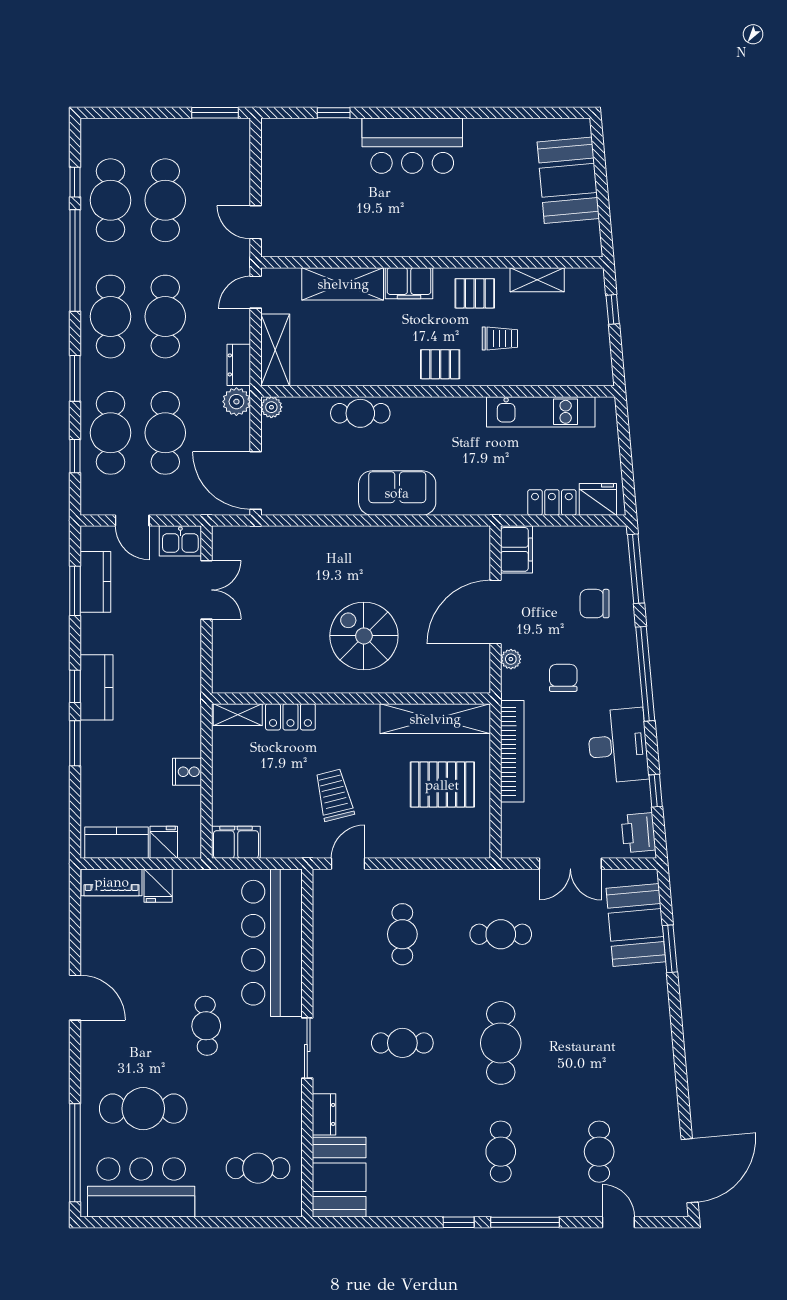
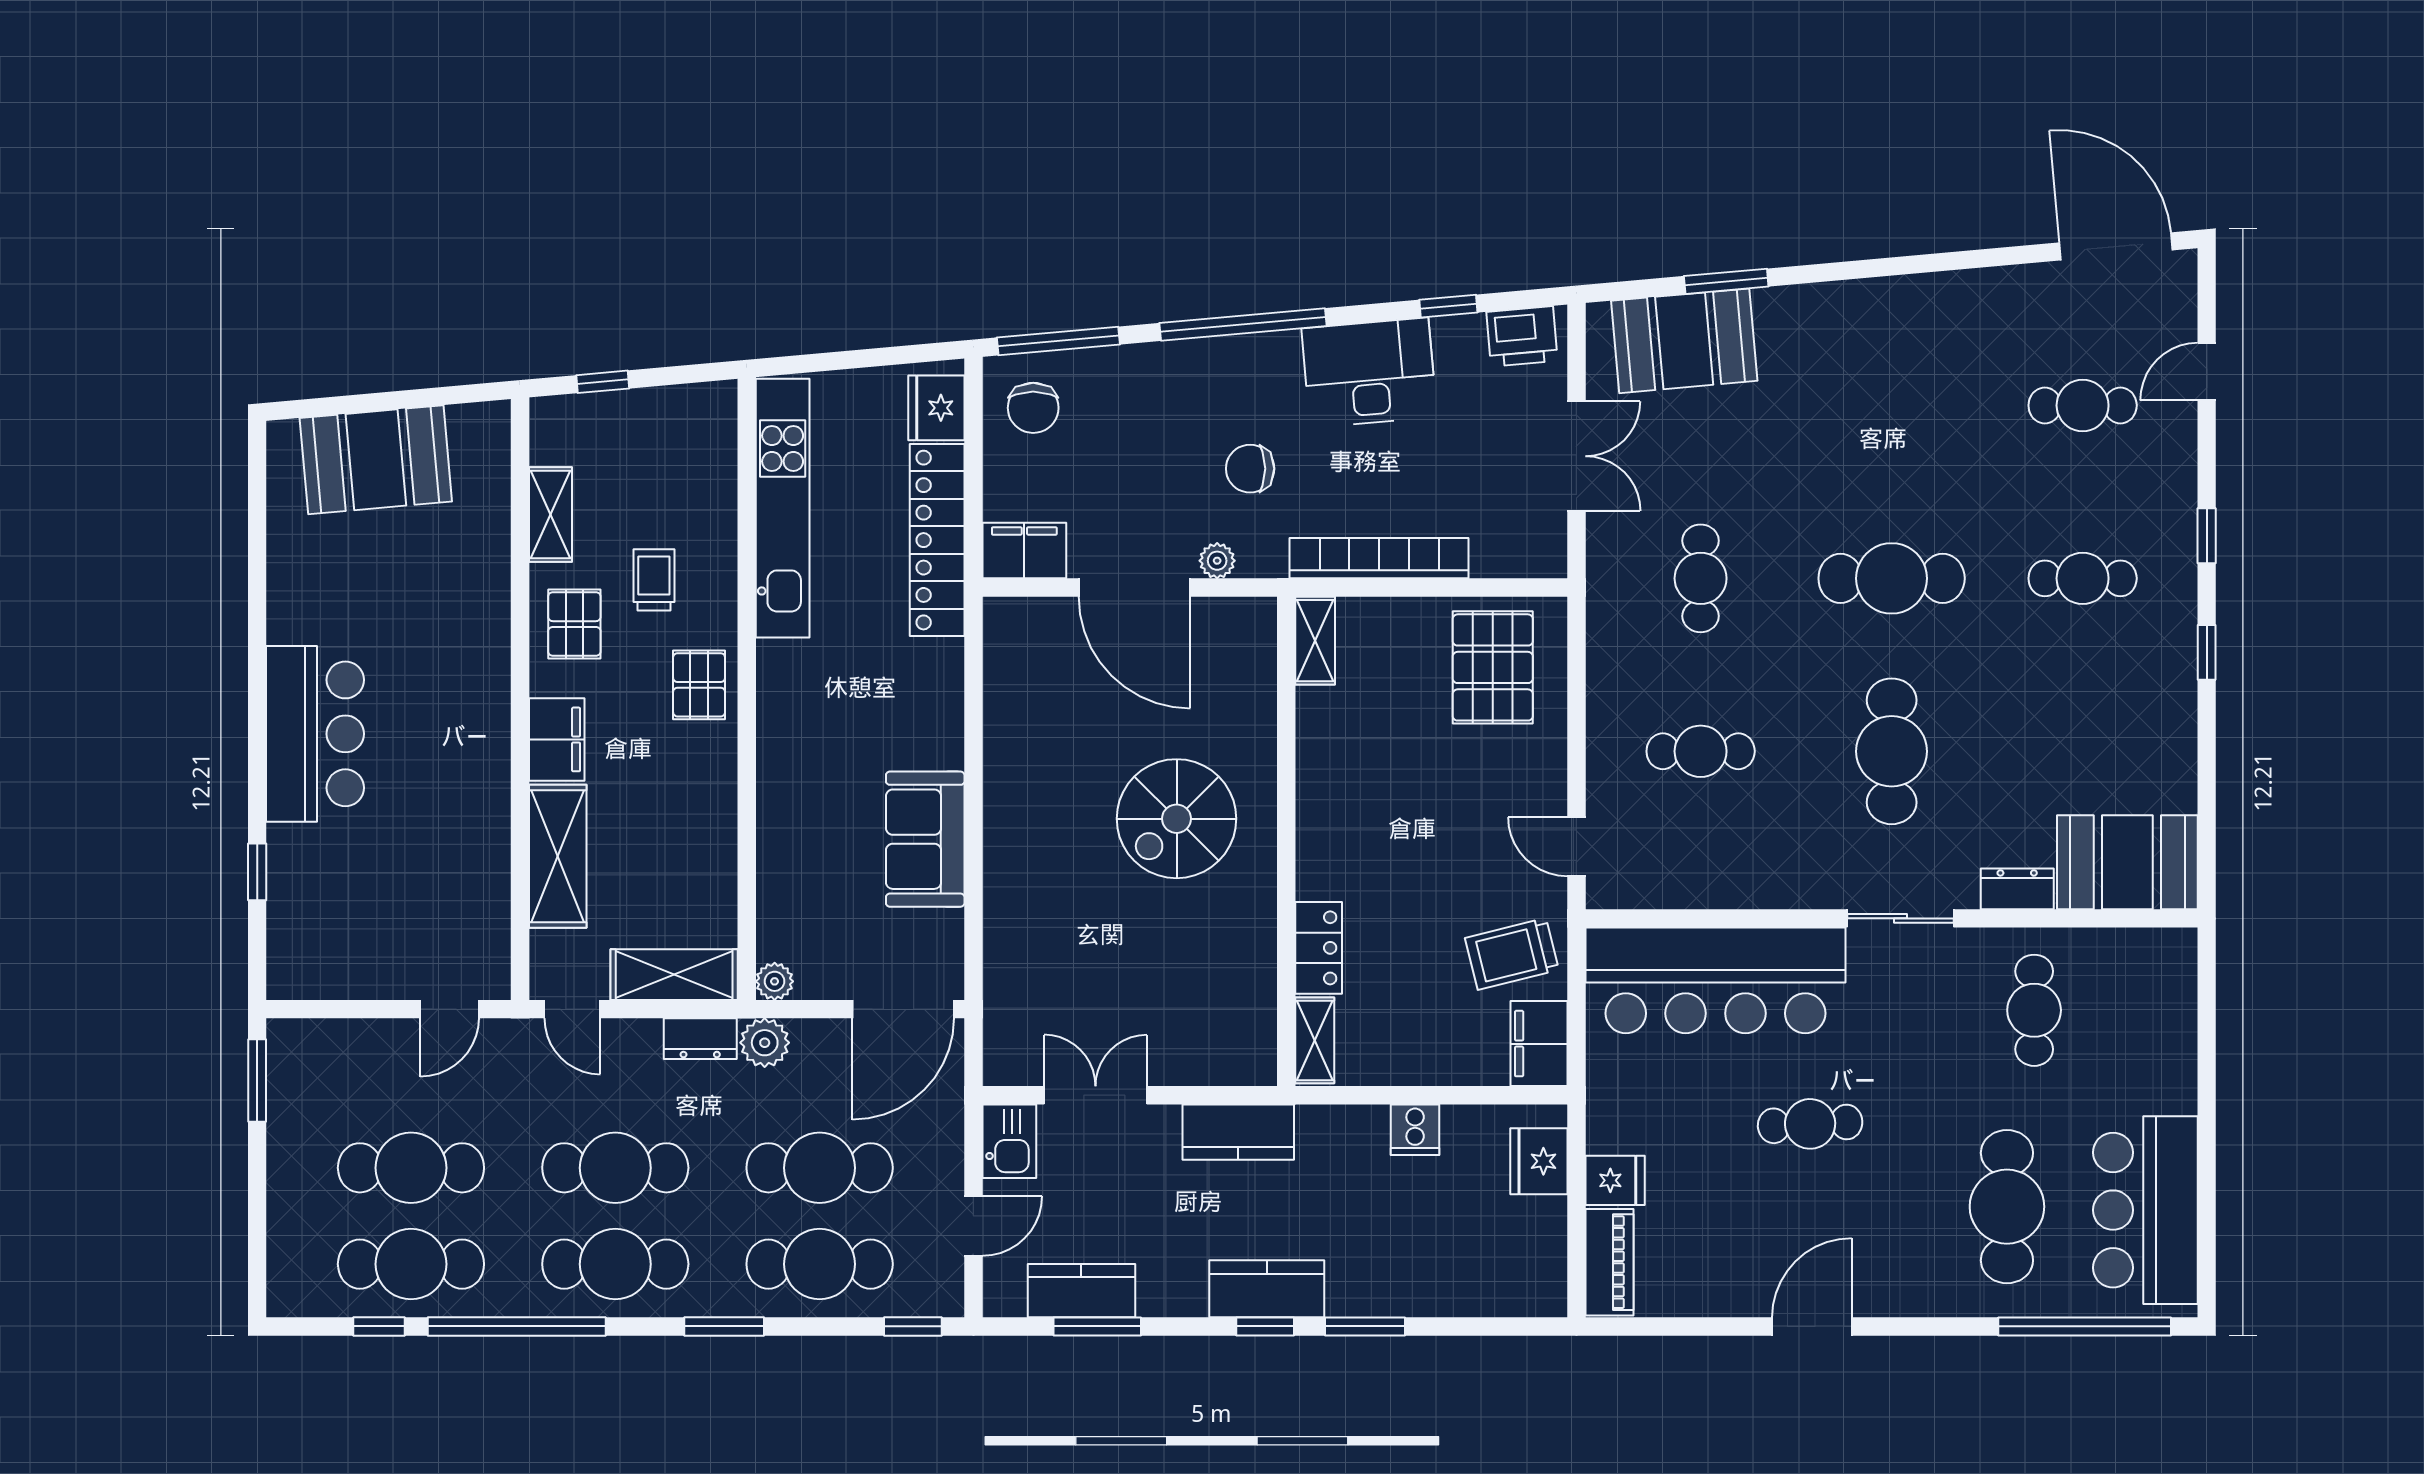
kitchen unit: (541, 412) -> (783, 508), width x1.36
cafe table: (360, 413) -> (785, 825), removed
window: (75, 456) -> (913, 1326), moved
sofa: (397, 493) -> (925, 839), moved
locker: (552, 502) -> (937, 540), width x2.16, depth x1.21
chair: (595, 604) -> (1033, 408), moved
shelving: (435, 719) -> (1315, 641), width x0.45, depth x0.75
pallet: (442, 785) -> (1493, 667), moved
trolley: (334, 795) -> (1512, 954), moved
fridge: (164, 842) -> (1539, 1161), width x1.38
kitchen counter: (116, 843) -> (1238, 1132), moved, turned -90
cafe table: (206, 1026) -> (1810, 1124), moved
cafe table: (402, 1043) -> (1892, 751), width x1.37, depth x1.35
cafe table: (258, 1168) -> (2034, 1010), moved
window: (525, 1222) -> (2207, 536), width x0.46

